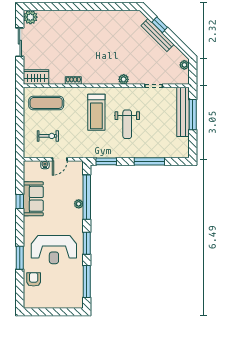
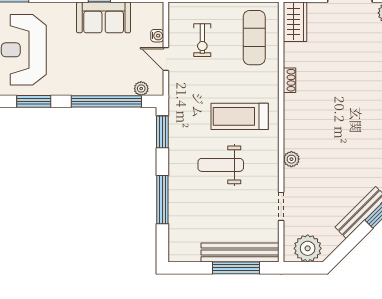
plant: (184, 65) -> (308, 248), width x1.88, depth x1.88
plant: (79, 204) -> (141, 89), moved

